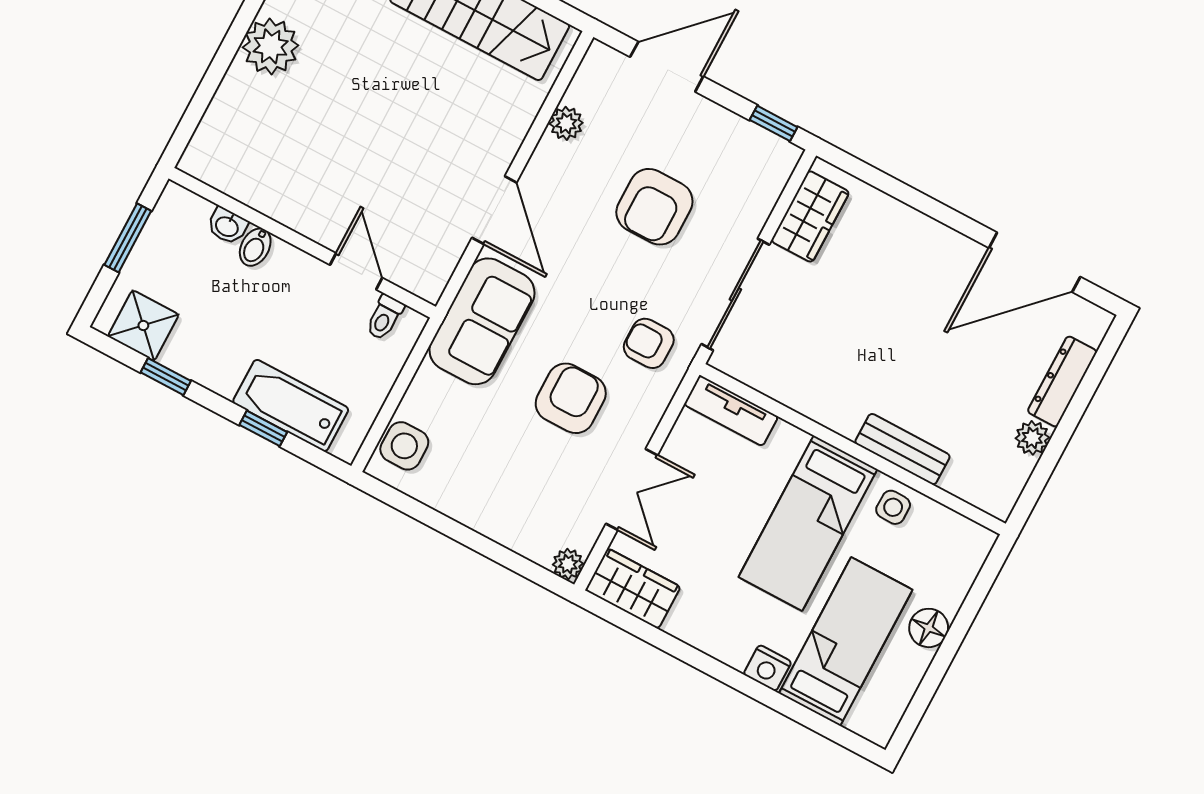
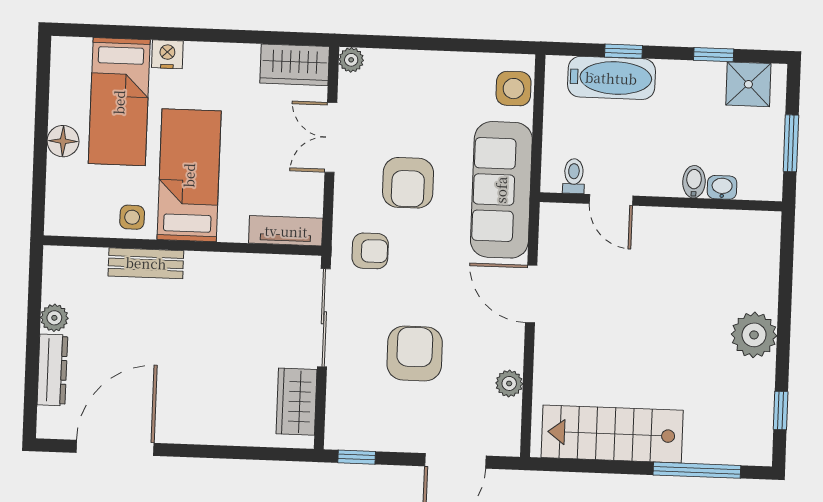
sofa: (482, 321) -> (501, 190), width x1.36

